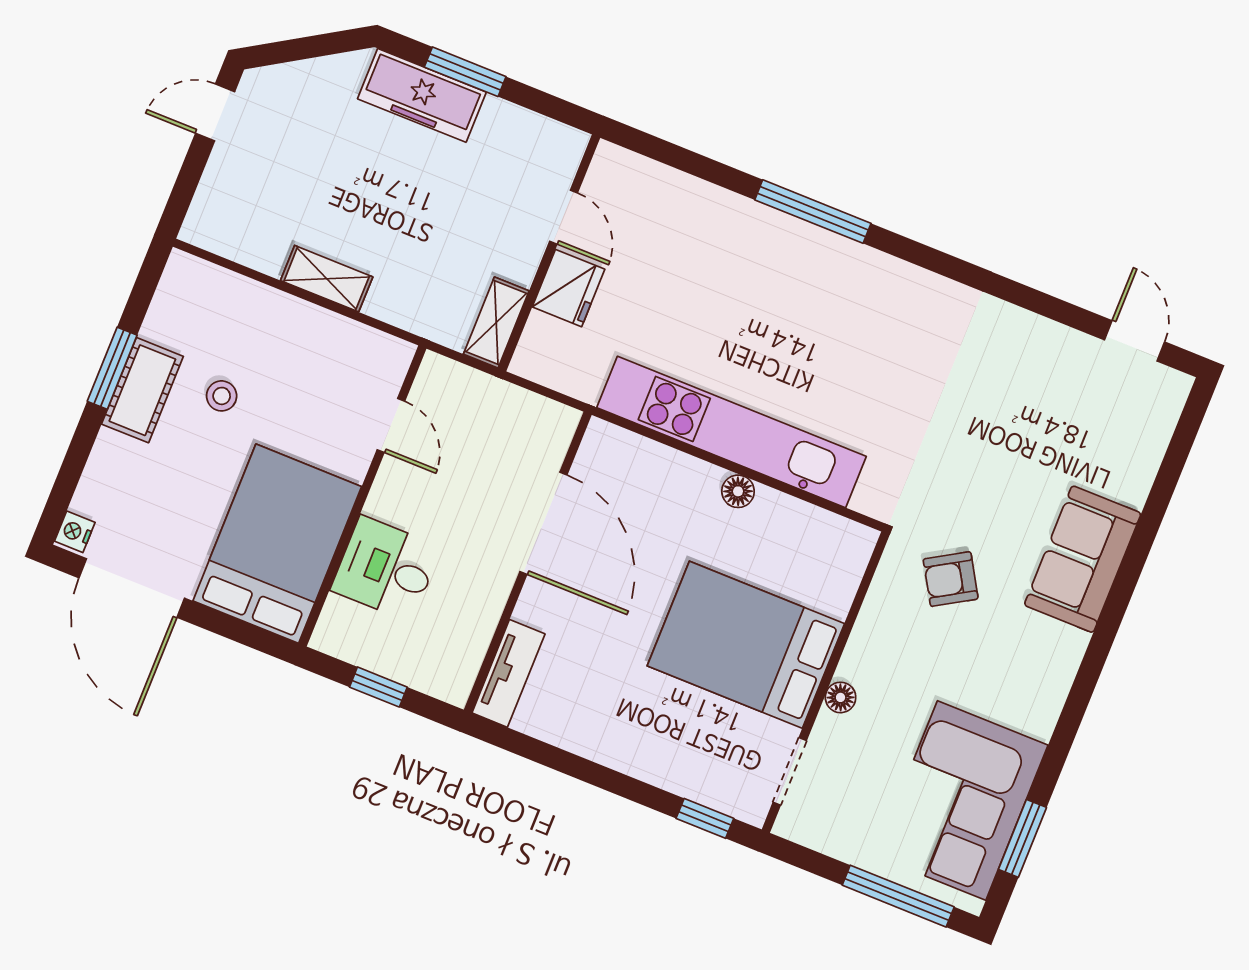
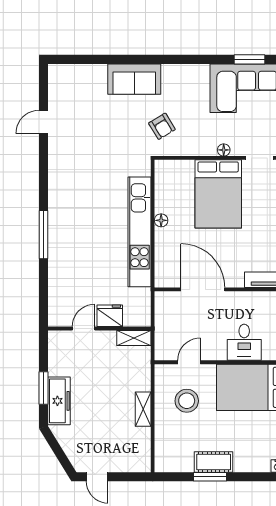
door: (1134, 341) -> (43, 122), moved
stool: (222, 396) -> (187, 401), moved, width x1.89, depth x1.89
door: (543, 523) -> (203, 289), hinge flipped

